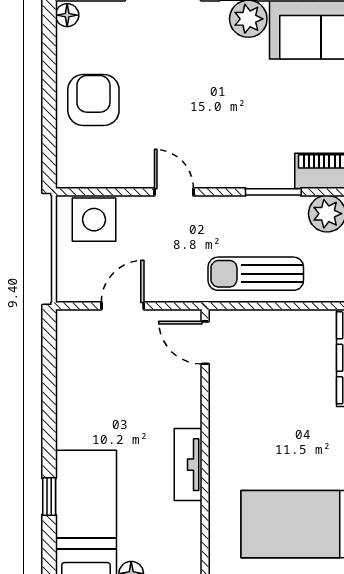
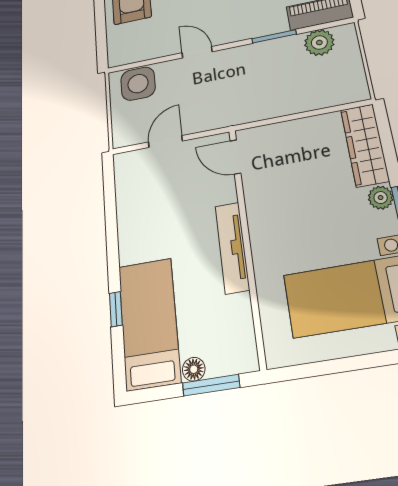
sun lounger: (256, 274) -> (269, 97), removed
tv unit: (188, 465) -> (232, 247), width x1.41

